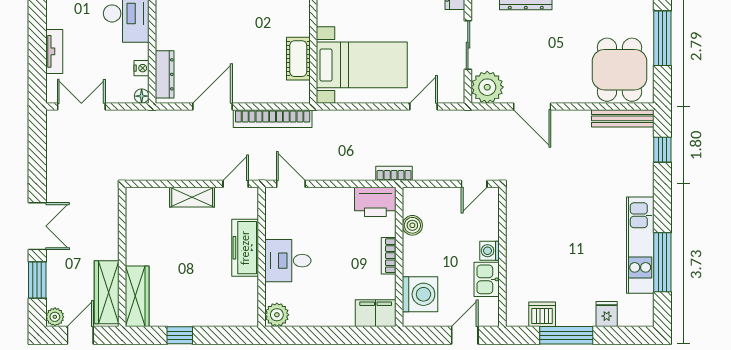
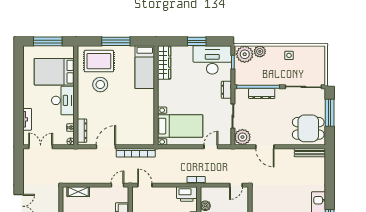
cot: (298, 59) -> (149, 123), removed
dining table: (619, 70) -> (308, 128), turned 90
window: (662, 150) -> (330, 168), removed
shelving: (192, 197) -> (78, 192), moved

